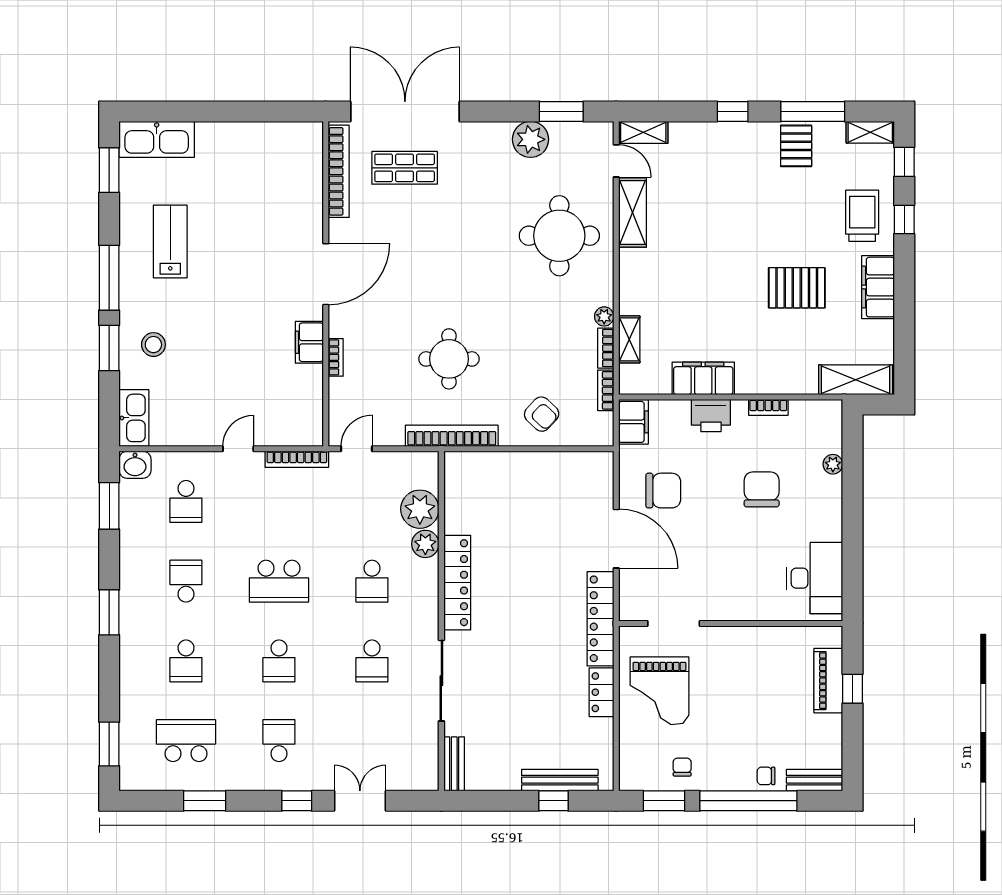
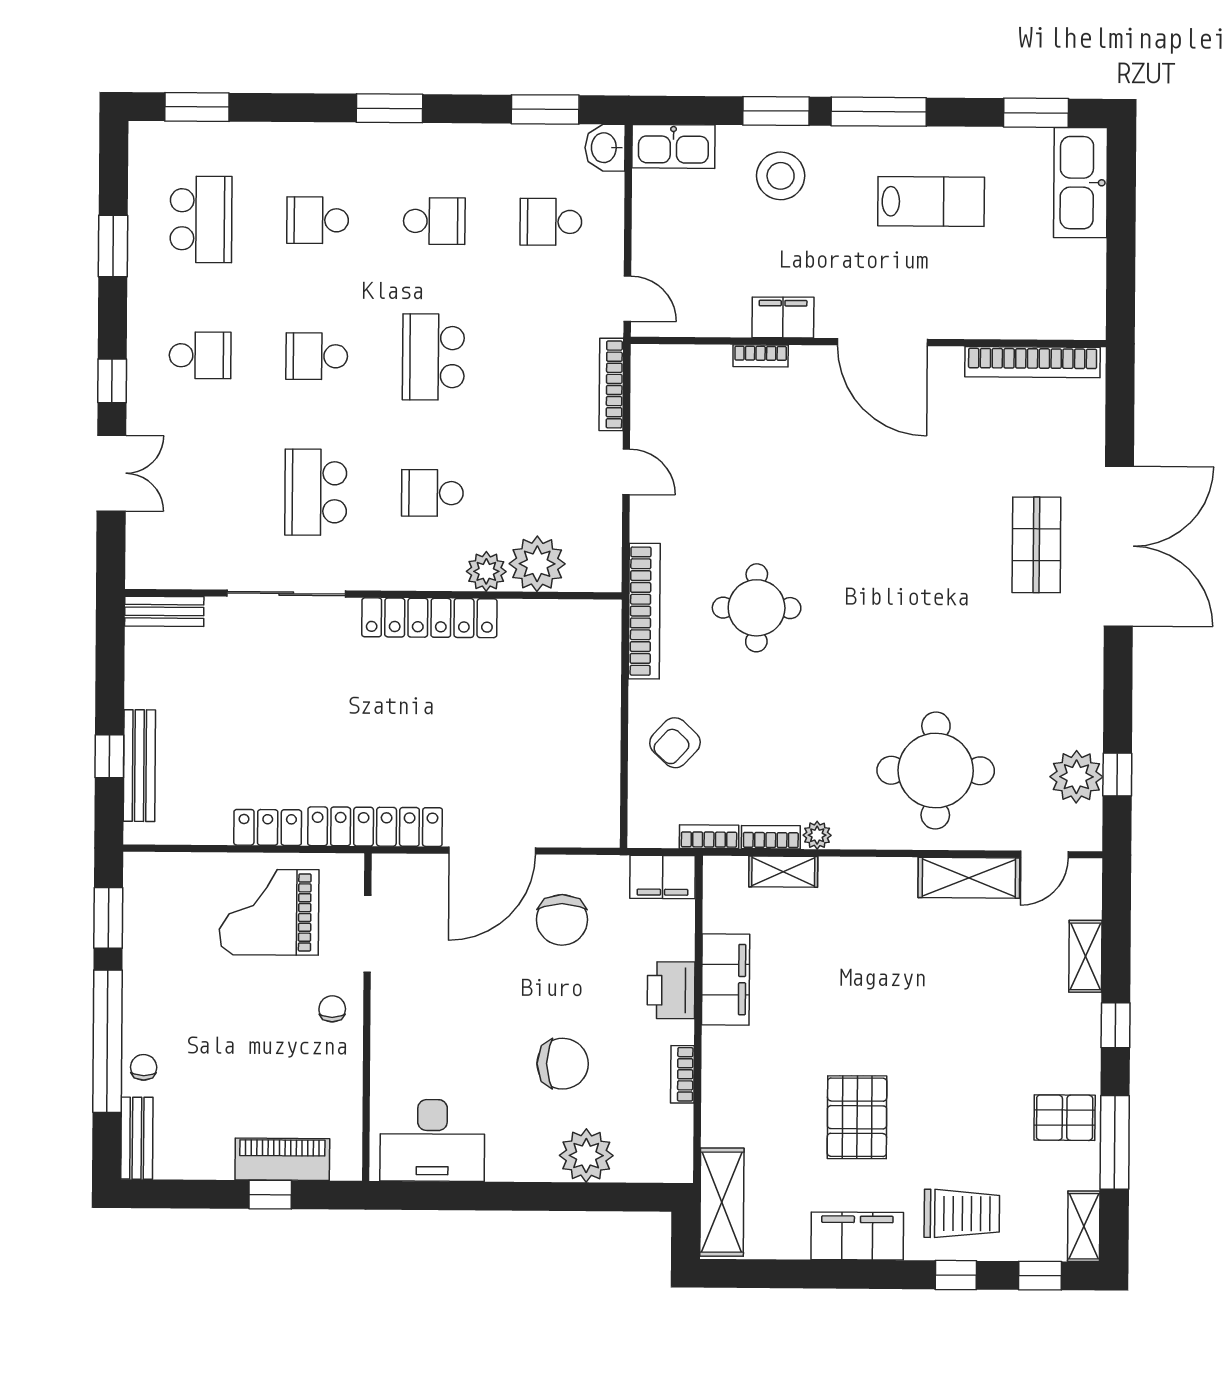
window: (561, 111) -> (1117, 775), width x0.67
shelving: (643, 132) -> (1085, 956), moved
plant: (531, 139) -> (1076, 777), moved
bookcase: (339, 171) -> (1033, 362), moved
door: (326, 274) -> (882, 342), moved
wall: (326, 284) -> (868, 342), moved
filing cabinet: (309, 342) -> (783, 317), moved
stool: (153, 345) -> (781, 176), width x1.38, depth x1.38
bookcase: (336, 357) -> (761, 356), moved
plant: (833, 464) -> (586, 1156), width x1.87, depth x1.87
school desk: (372, 661) -> (316, 492), width x1.85
chair: (682, 767) -> (332, 1009), moved, turned -90

